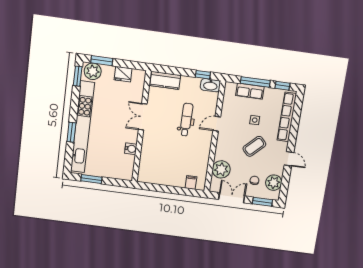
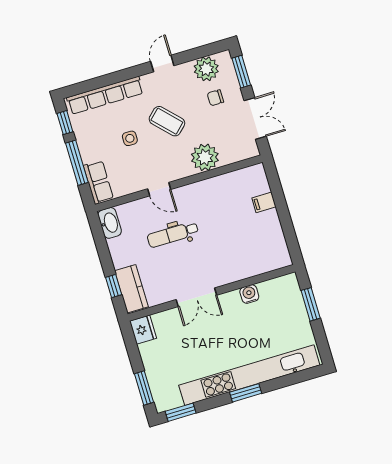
plant: (93, 71) -> (164, 394), removed
fridge: (123, 74) -> (143, 330), moved
window: (203, 75) -> (114, 286), moved
row of seats: (250, 91) -> (98, 182), moved
window: (71, 132) -> (246, 393), moved
plant: (221, 169) -> (205, 157), moved
window: (91, 179) -> (311, 304), moved
filing cabinet: (191, 182) -> (264, 202), moved
double door: (232, 198) -> (255, 118), swing flipped

